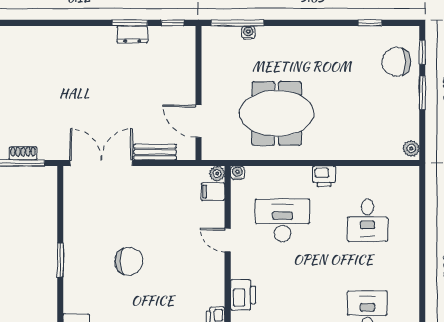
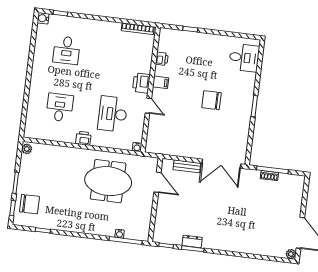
plant: (217, 174) -> (150, 148), removed
filing cabinet: (213, 192) -> (161, 82), moved
desk: (282, 220) -> (113, 114), turned 90
printer: (243, 295) -> (141, 83), moved

